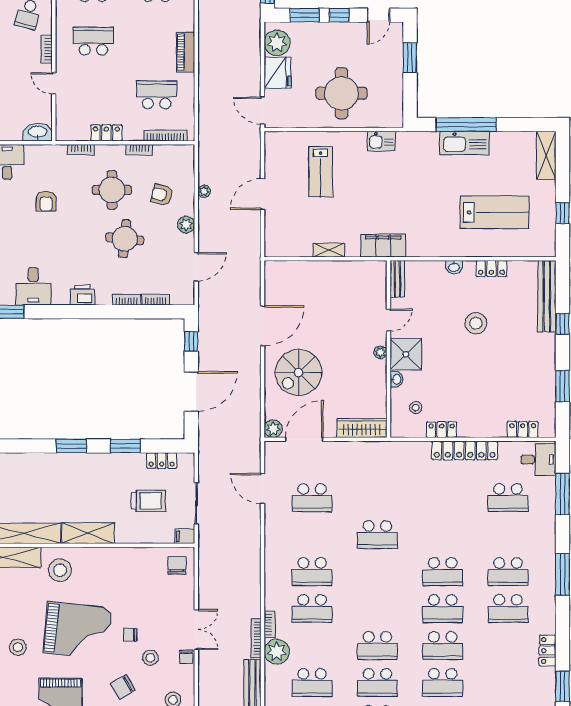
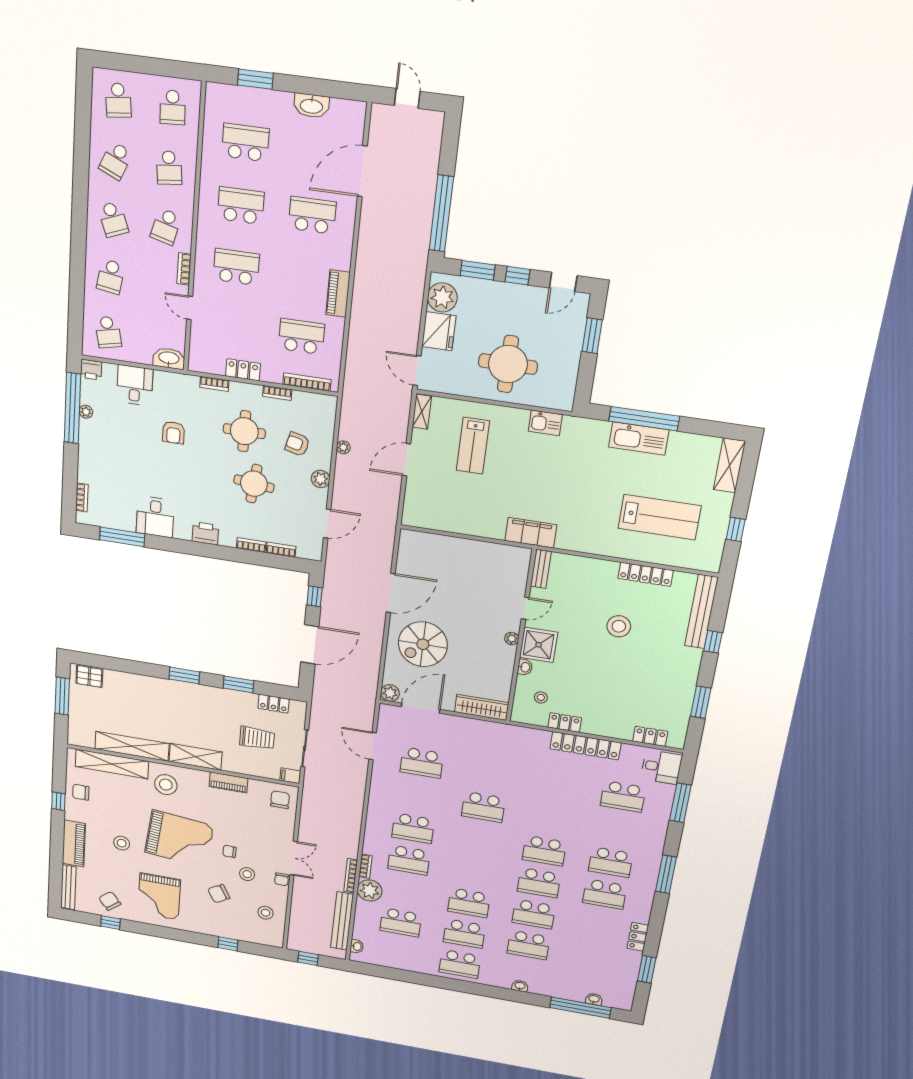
shelving: (329, 250) -> (422, 412), moved, turned 90
washbasin: (454, 267) -> (605, 566), removed
locker: (491, 269) -> (646, 574), width x1.53
piano: (123, 556) -> (228, 782), added

